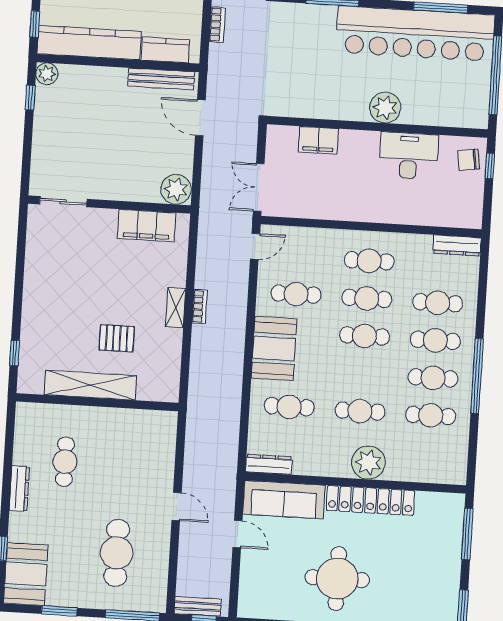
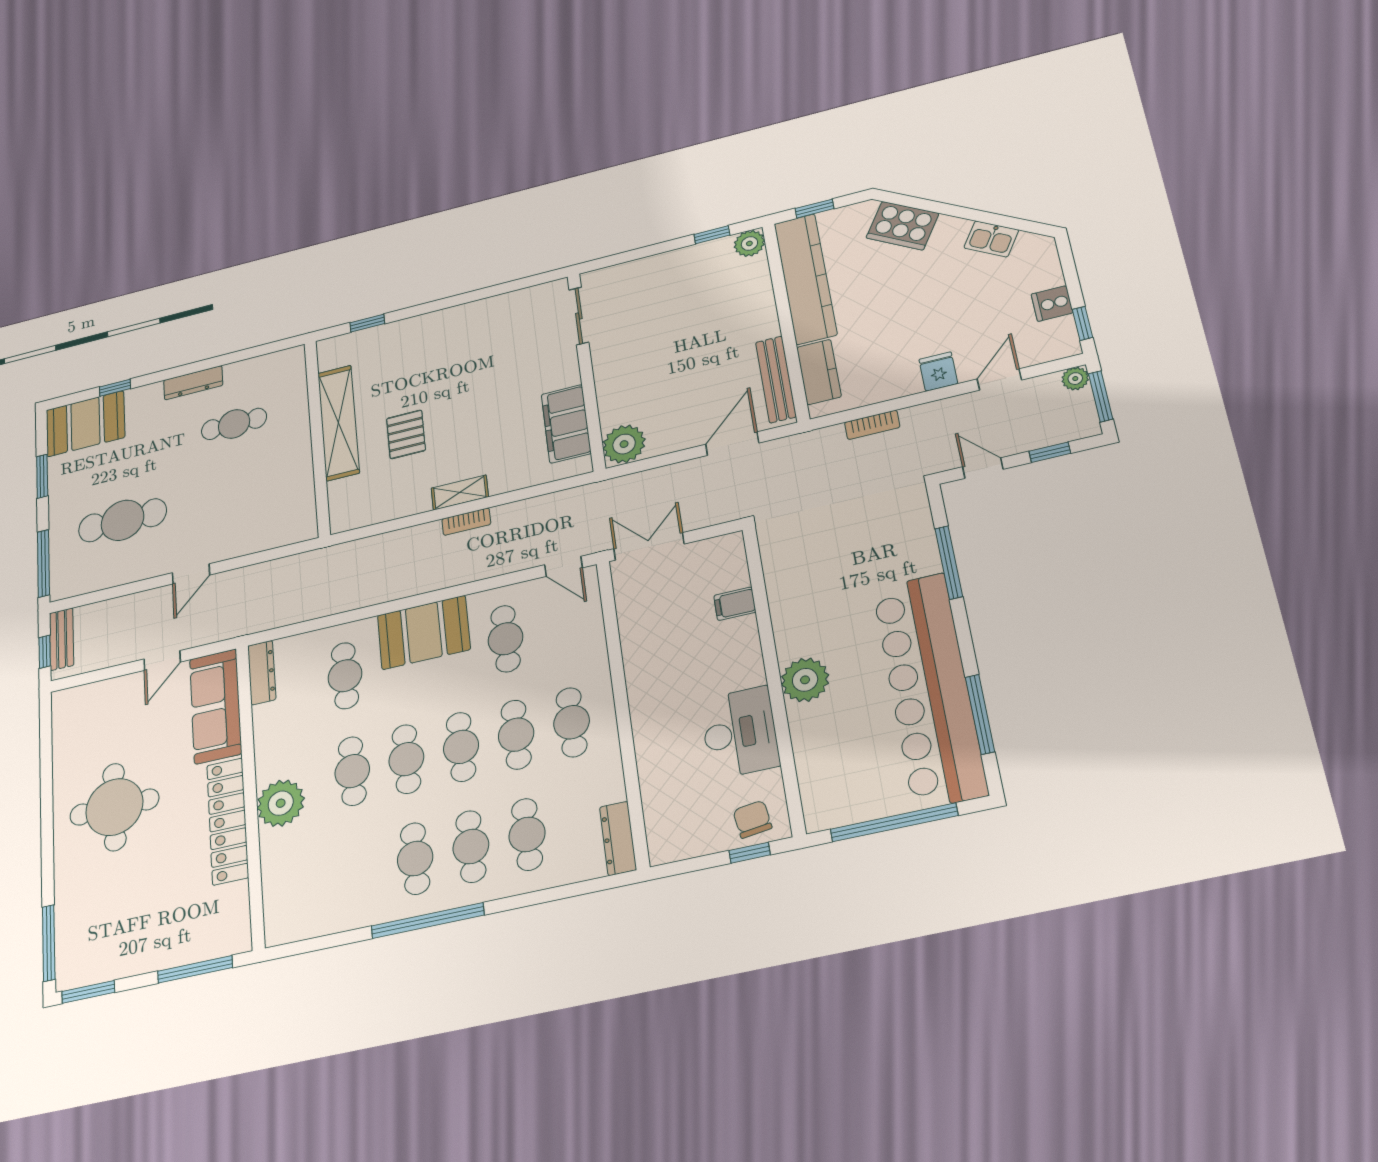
filing cabinet: (318, 140) -> (735, 604), width x0.50
cafe table: (431, 415) -> (406, 759), moved

